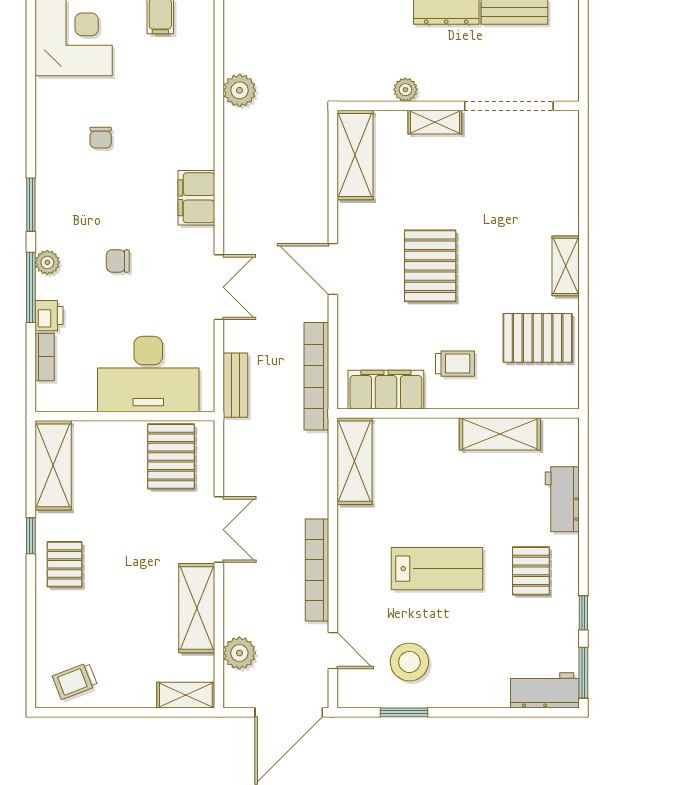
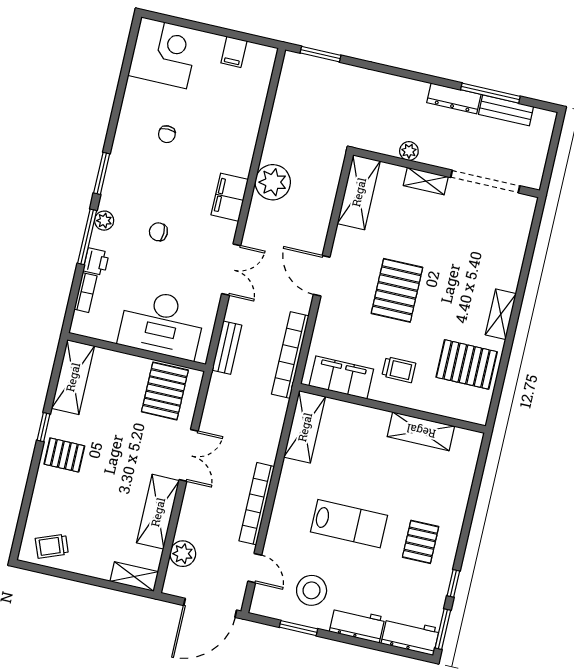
plant: (240, 90) -> (273, 182), moved, width x1.36, depth x1.36
workbench: (562, 499) -> (357, 624), moved, turned 90
pallet: (65, 564) -> (64, 455), turned 90

